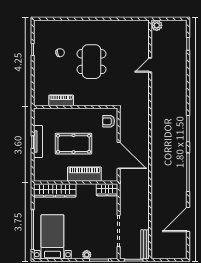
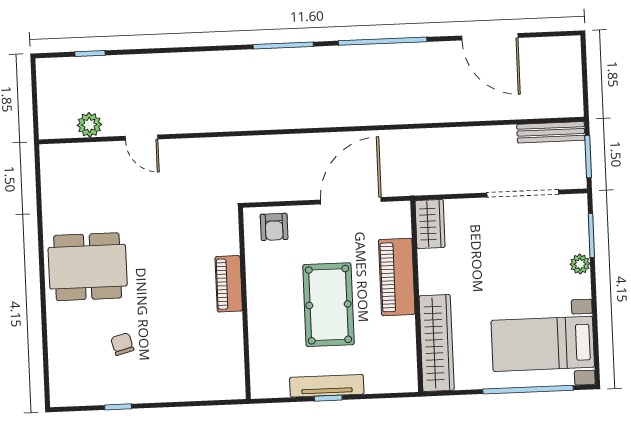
plant: (157, 25) -> (89, 125), moved
dining table: (92, 62) -> (88, 267), moved
piano: (61, 100) -> (229, 284), moved

